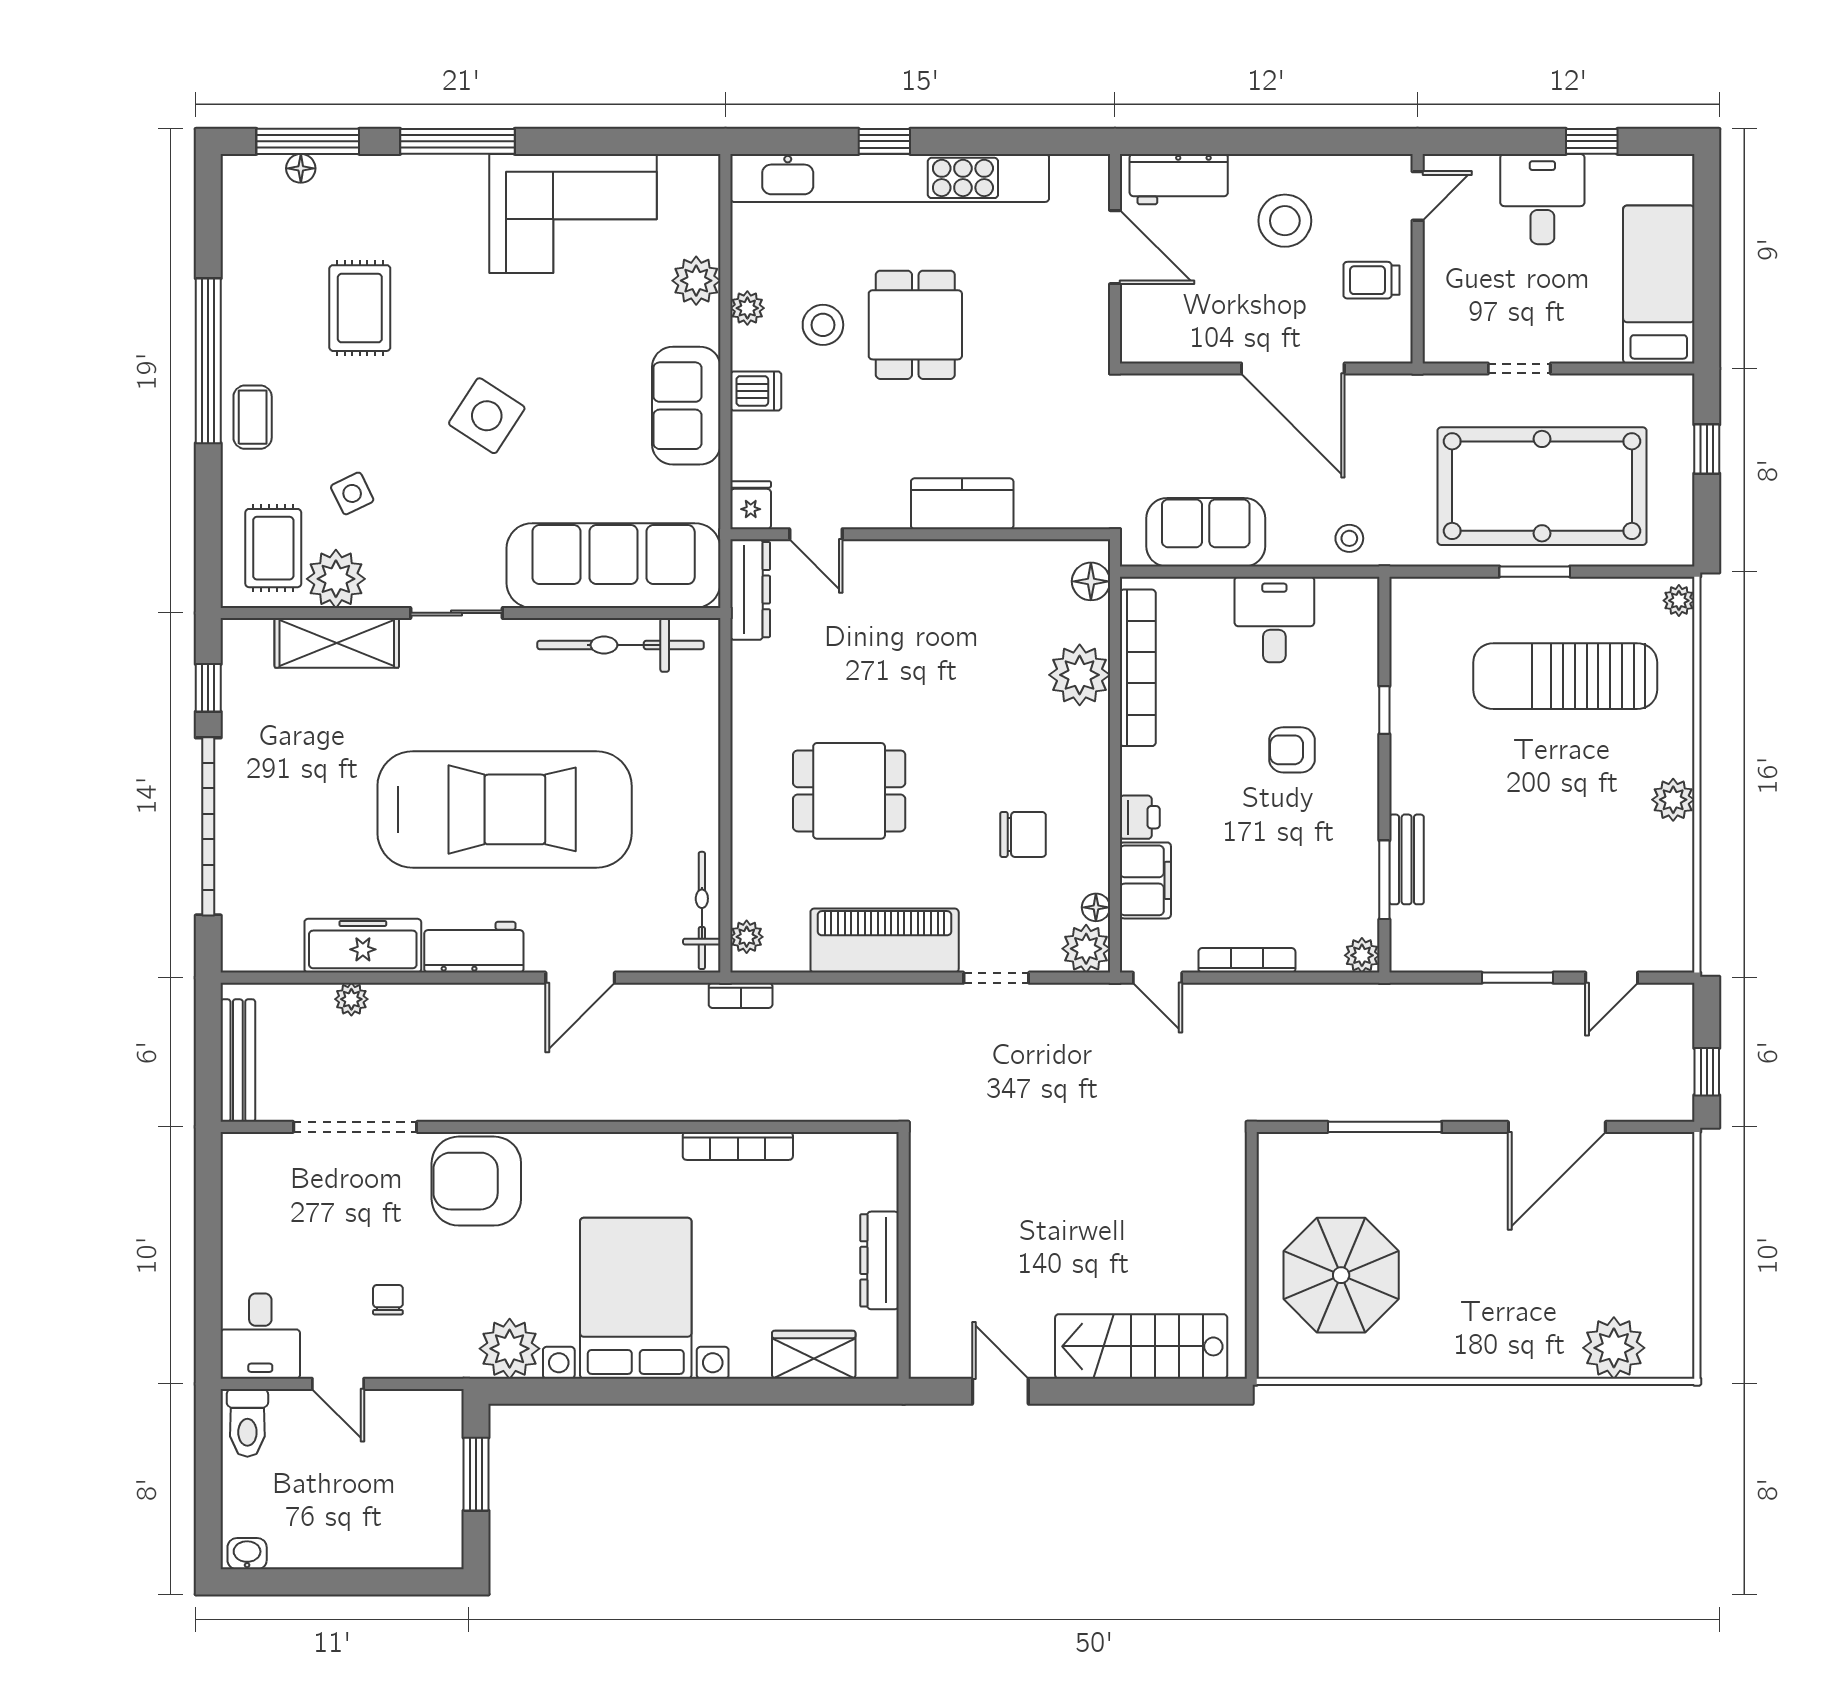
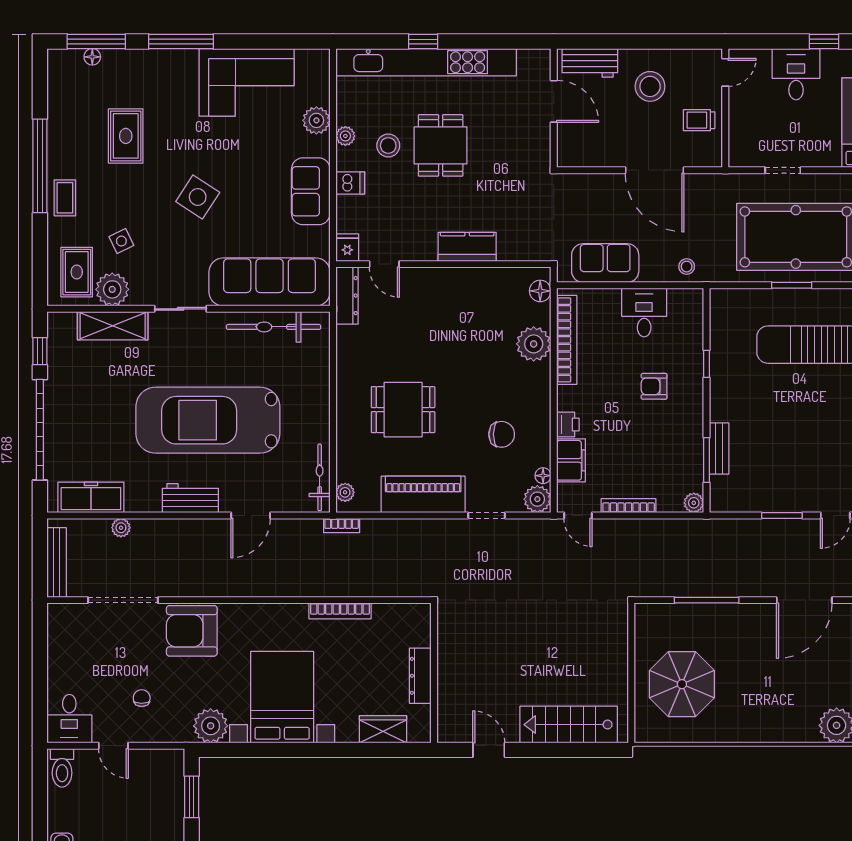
car: (505, 809) -> (208, 420), turned 180
freezer: (363, 946) -> (91, 497), moved

